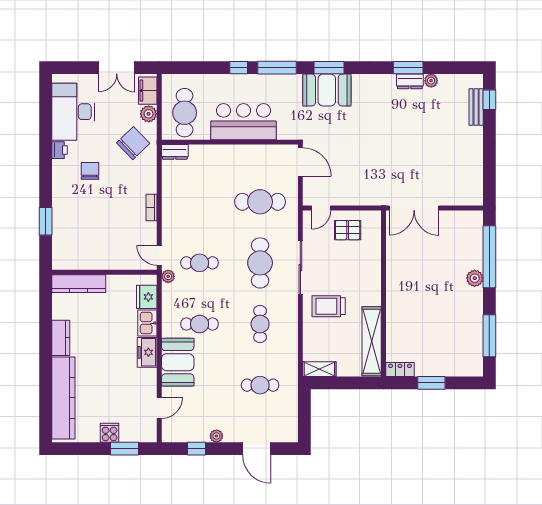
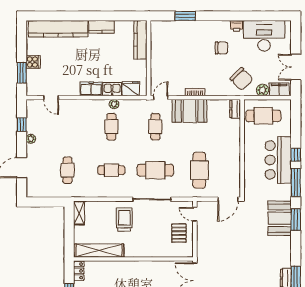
bar counter: (244, 122) -> (278, 160), moved, turned 180
plant: (168, 276) -> (114, 104), moved
booth: (178, 362) -> (189, 111), moved

